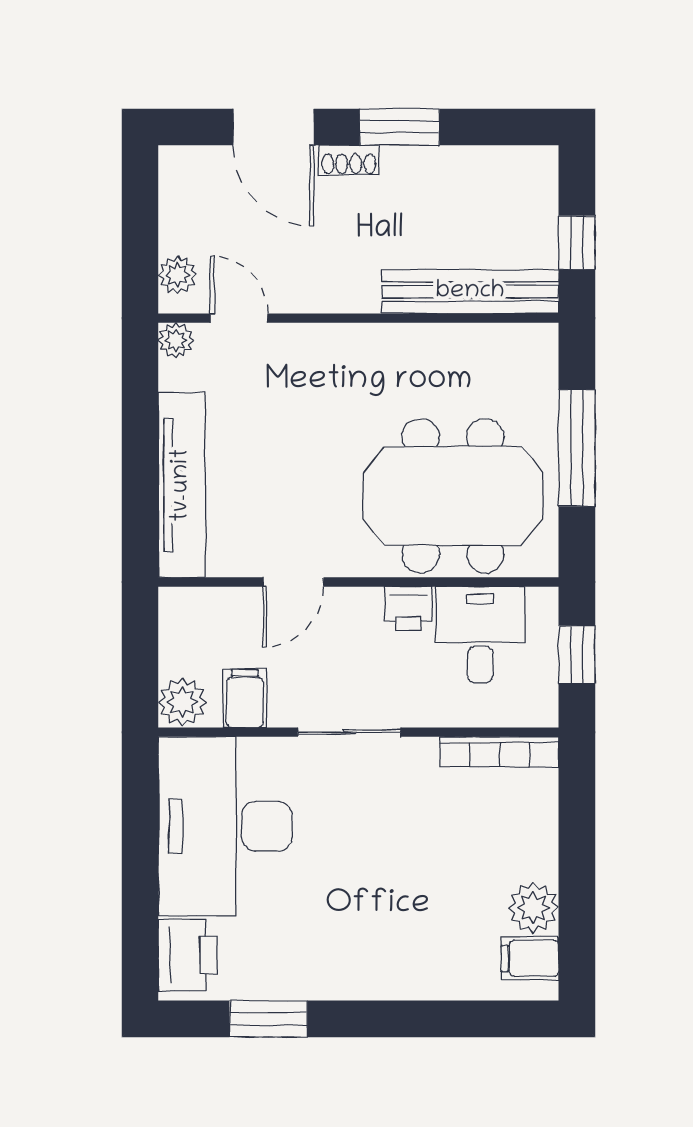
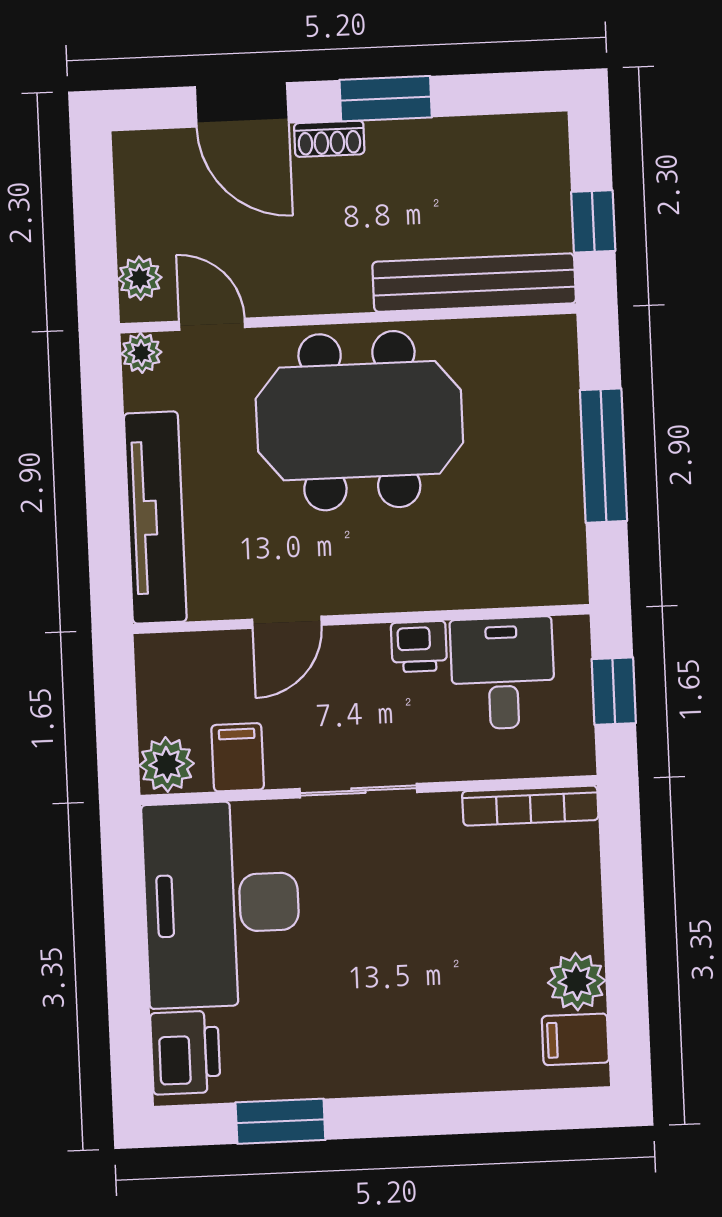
meeting table: (453, 496) -> (359, 421), moved

